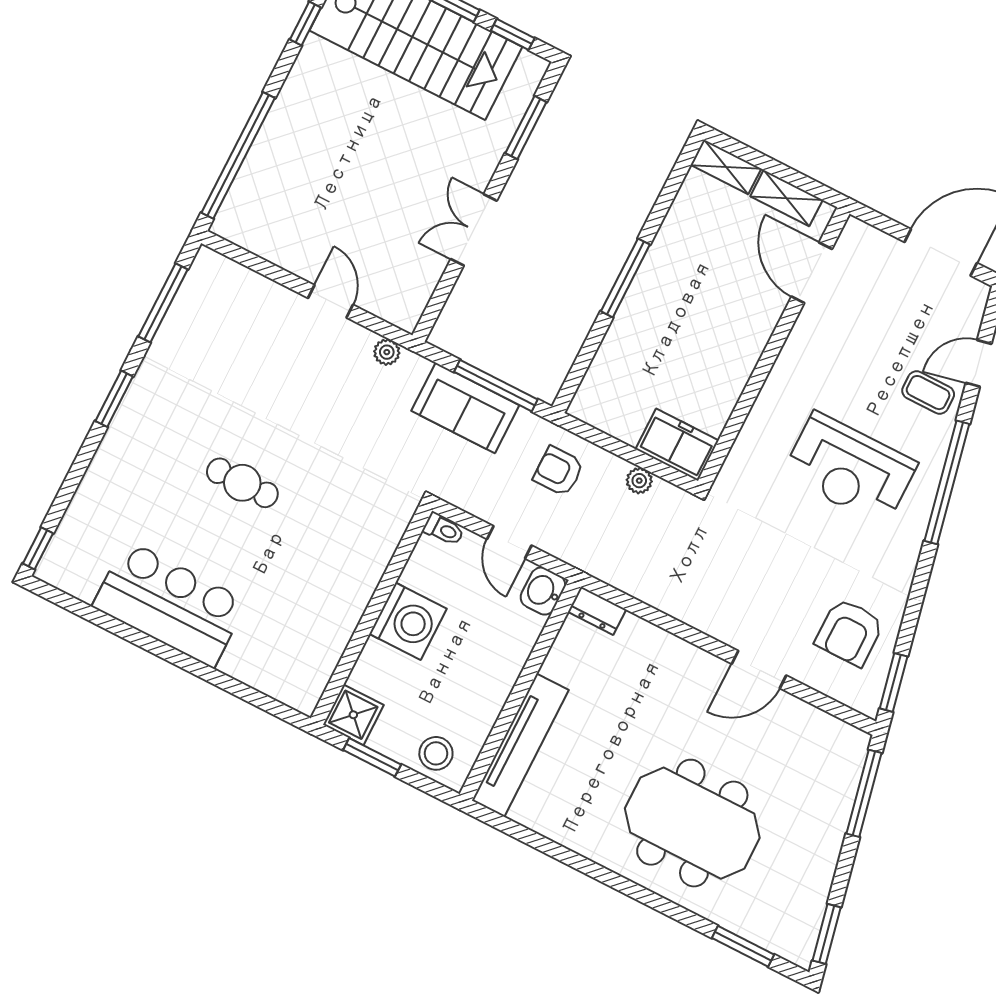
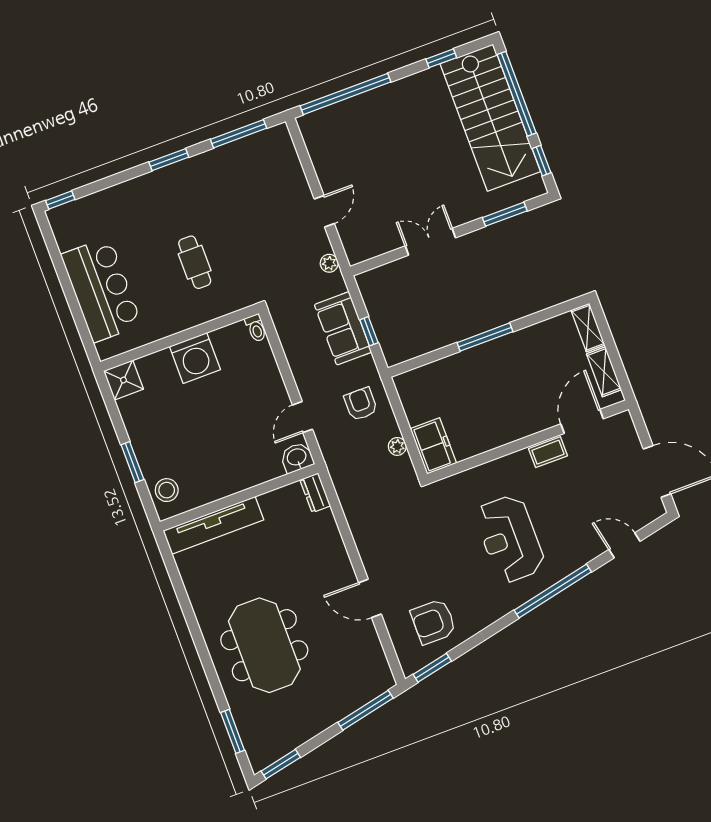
window: (496, 386) -> (369, 331), width x0.46
coffee table: (928, 393) -> (548, 452), moved, turned 90
toilet: (444, 529) -> (256, 328), moved
wall: (371, 615) -> (180, 338), moved
washing machine: (408, 621) -> (195, 358), moved
shower: (353, 715) -> (123, 380), moved

